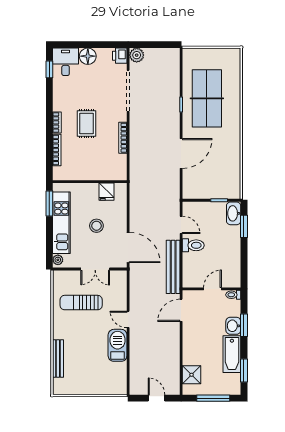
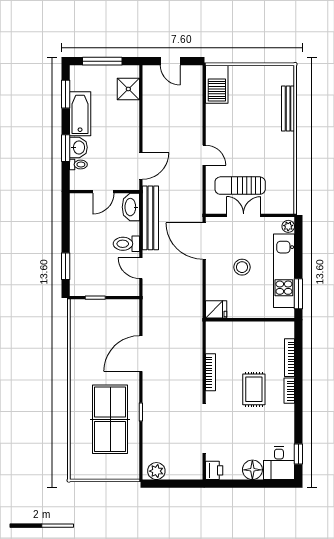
plant: (137, 55) -> (156, 471), moved
fridge: (107, 192) -> (216, 309), moved, turned 90
washbasin: (234, 213) -> (131, 207), moved, turned 180
toilet: (233, 295) -> (78, 165), moved
sun lounger: (81, 303) -> (240, 186), moved, turned 180
barbecue: (118, 345) -> (217, 84), moved

